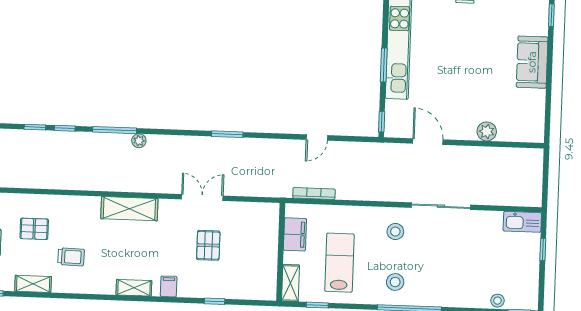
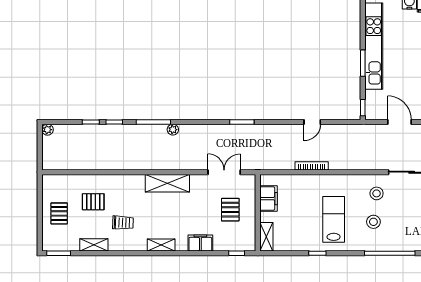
filing cabinet: (295, 234) -> (269, 199), moved
wall: (281, 252) -> (258, 213), moved
stool: (395, 282) -> (373, 222), moved
shelving: (290, 283) -> (266, 237), moved
filing cabinet: (169, 286) -> (200, 243), width x2.00
shelving: (134, 288) -> (161, 245), moved

